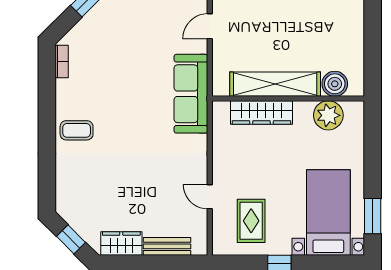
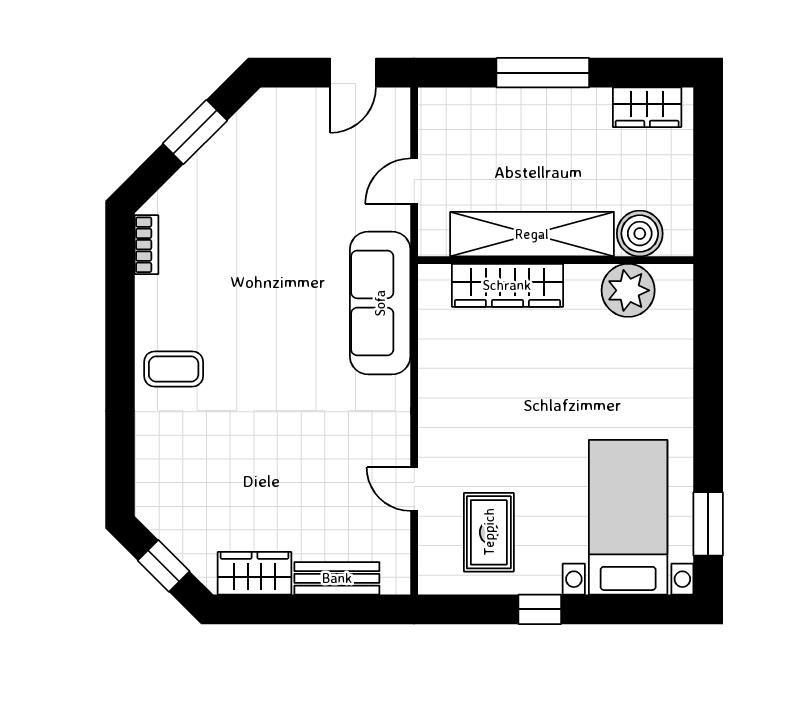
shelving: (275, 84) -> (532, 234), moved
boiler: (335, 84) -> (640, 234), moved
wall: (288, 99) -> (556, 260), moved
wardrobe: (261, 112) -> (507, 285), moved
plant: (328, 115) -> (628, 290), moved

